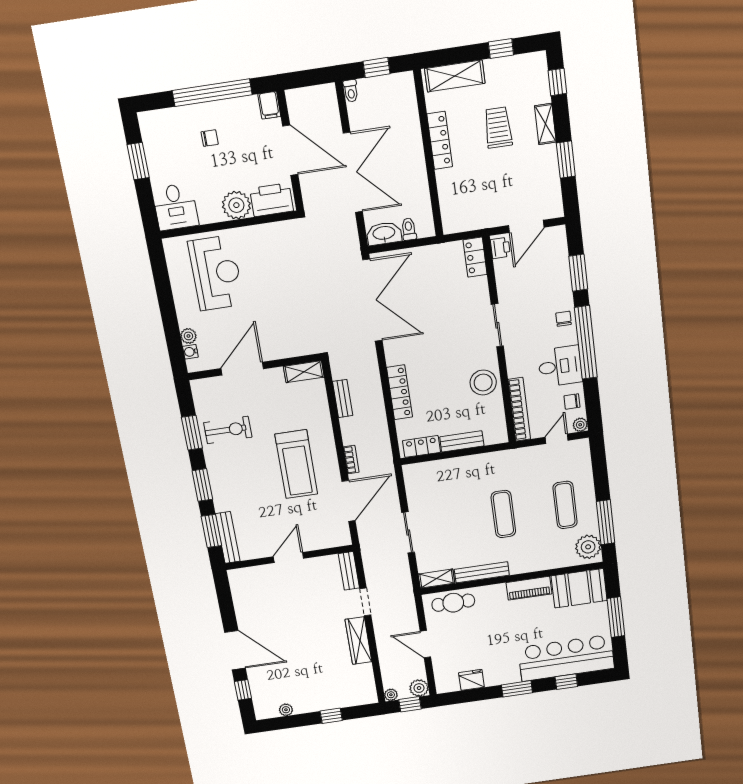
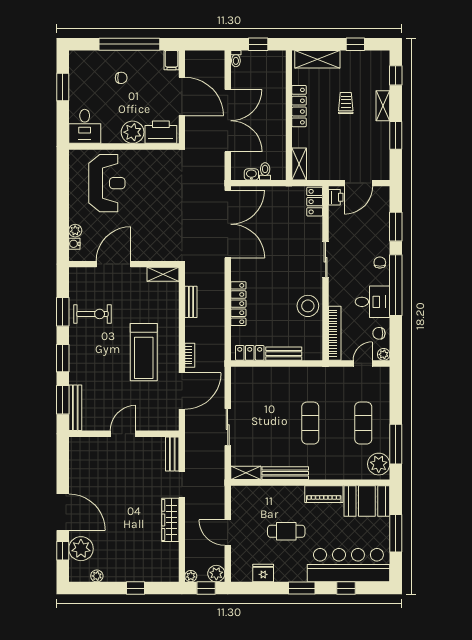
trolley: (498, 128) -> (346, 103), width x0.73, depth x0.72
shelving: (450, 214) -> (299, 164), added
washbasin: (384, 234) -> (251, 174), width x0.52, depth x0.69
cafe table: (453, 603) -> (286, 531), moved
plant: (263, 685) -> (81, 549), added

